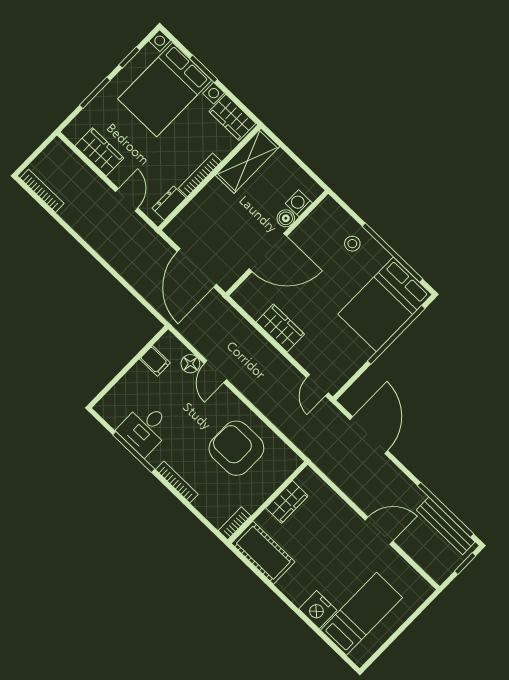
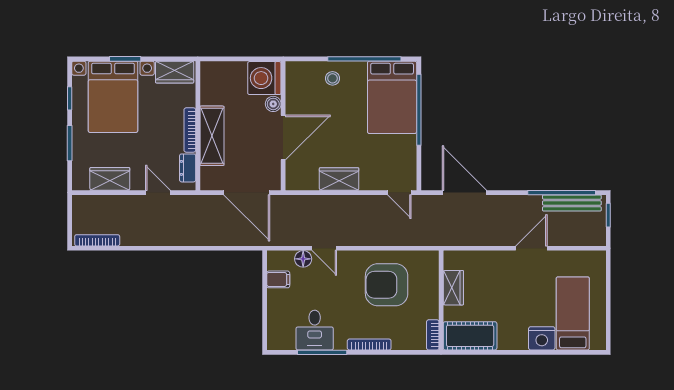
shelving: (247, 161) -> (212, 136), moved
washing machine: (299, 203) -> (264, 78), width x1.89, depth x1.89

